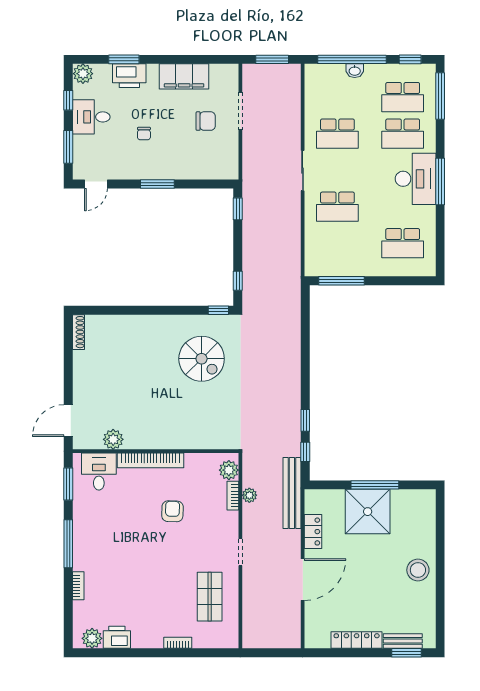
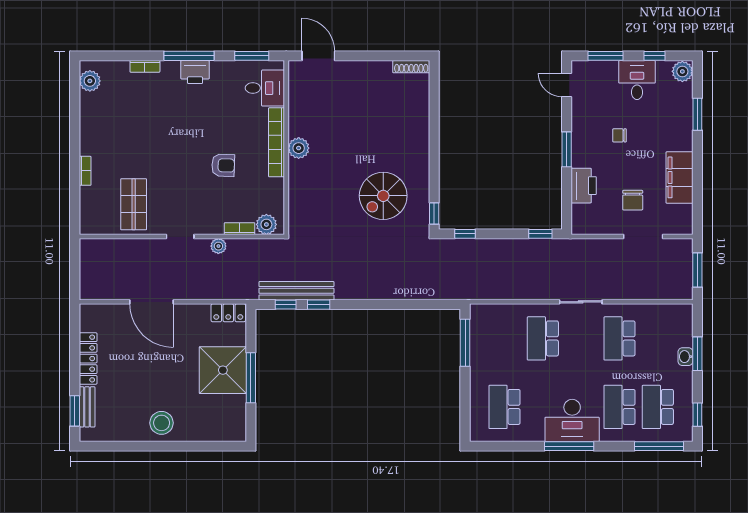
window: (352, 59) -> (697, 354), width x0.47
printer: (129, 76) -> (584, 186), moved, turned 180
plant: (113, 439) -> (299, 148), moved
bench: (292, 493) -> (296, 291), moved
plant: (249, 495) -> (218, 246), moved
locker: (313, 532) -> (228, 313), moved
shop shelf: (210, 597) -> (134, 204), turned 90
printer: (117, 637) -> (195, 72), moved, turned 90

